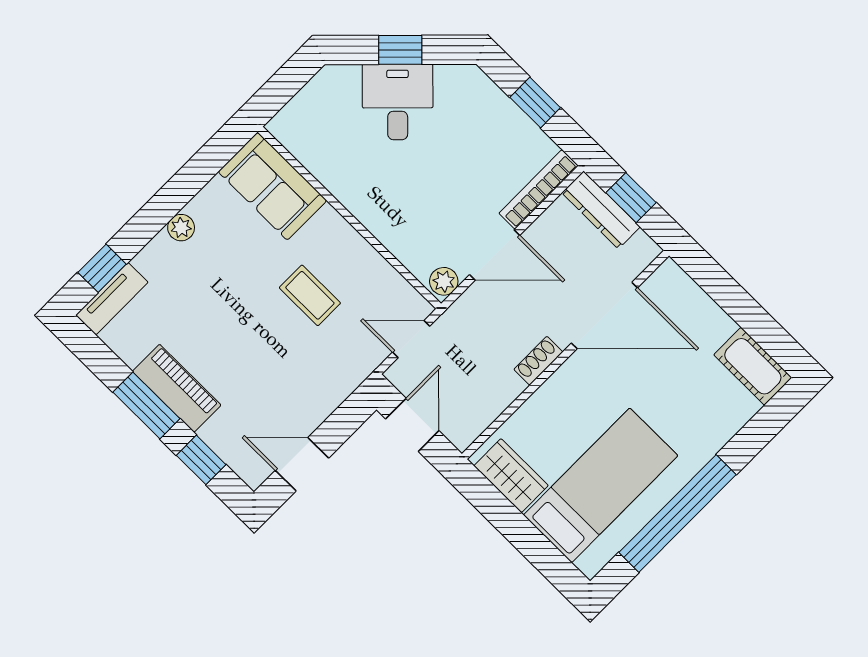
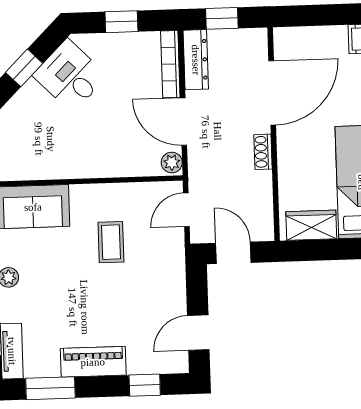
desk: (398, 102) -> (70, 76), moved
dresser: (601, 210) -> (196, 60), moved, turned -90
door: (495, 255) -> (183, 122), swing flipped
coffee table: (310, 295) -> (111, 242), turned 90
window: (146, 405) -> (50, 388), moved

